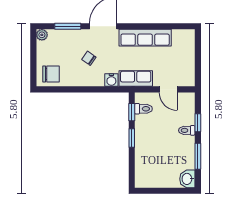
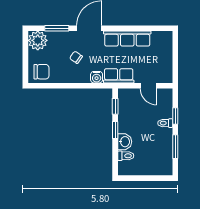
plant: (42, 35) -> (38, 40), width x1.88, depth x1.88
toilet: (143, 109) -> (126, 156), moved
washbasin: (187, 179) -> (125, 142), moved, turned 180

